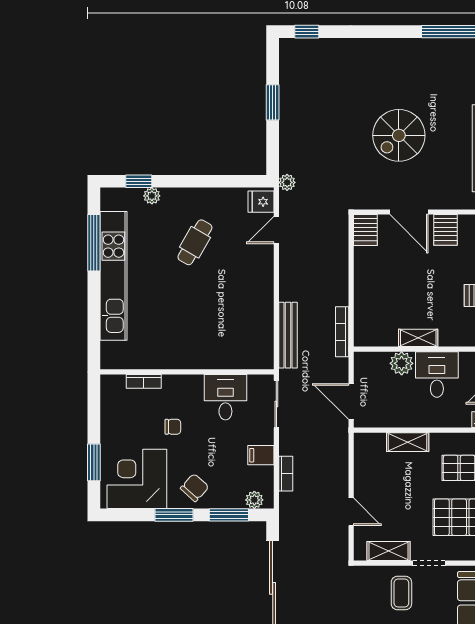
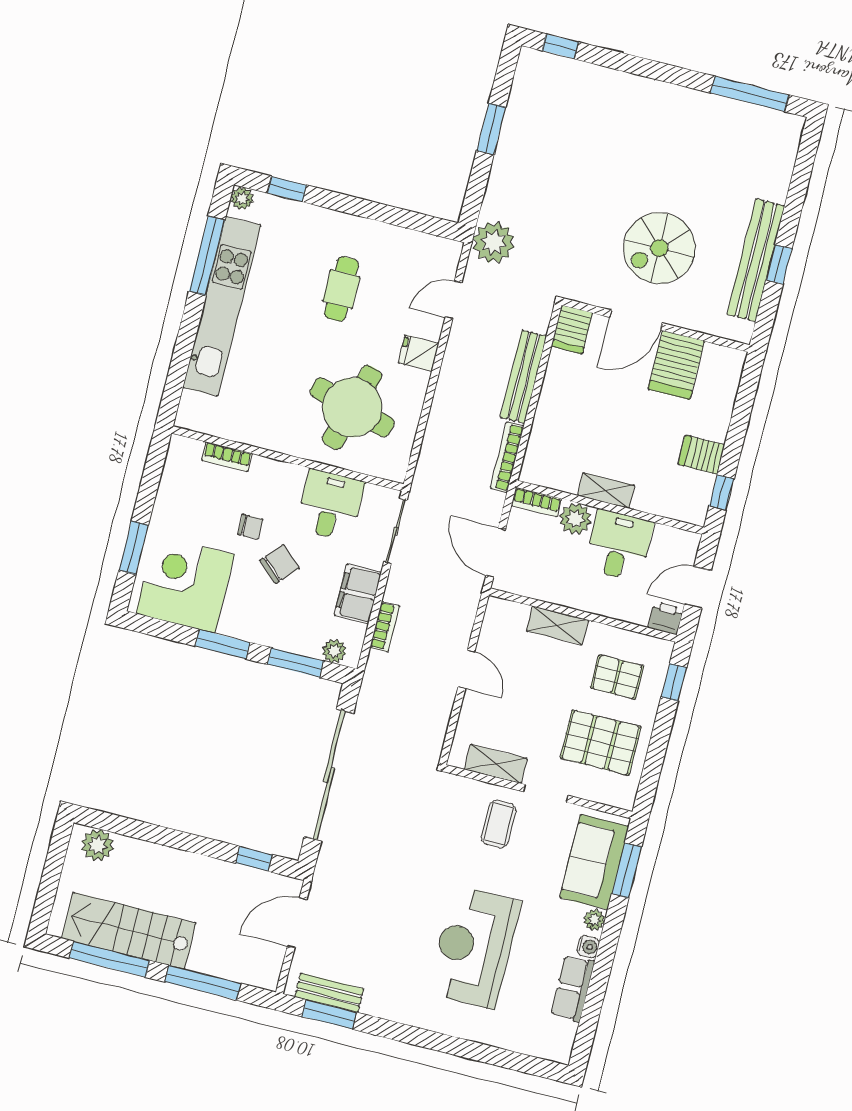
spiral stairs: (399, 135) -> (659, 248), moved
plant: (287, 182) -> (493, 242), width x1.87, depth x1.87
plant: (152, 196) -> (242, 198), moved
fridge: (261, 202) -> (419, 353), moved
door: (409, 212) -> (636, 320), hinge flipped
server rack: (445, 230) -> (676, 365), width x1.36, depth x1.44
cafe table: (195, 242) -> (341, 289), turned -30
round table: (224, 324) -> (352, 407), added
bench: (288, 335) -> (523, 377), moved
bookcase: (371, 359) -> (536, 502), added
filing cabinet: (261, 455) -> (358, 594), width x2.00
chair: (195, 488) -> (280, 564), moved
door: (351, 512) -> (466, 669), moved

